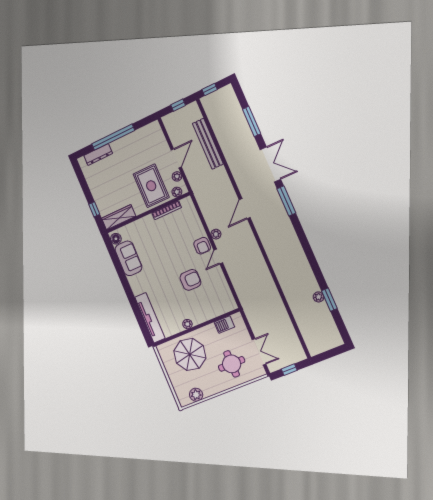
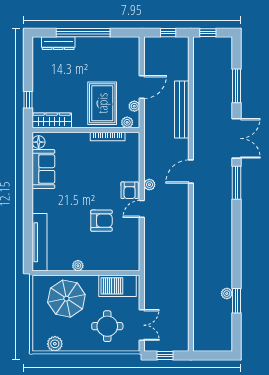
bench: (208, 144) -> (182, 109), moved
barbecue: (224, 325) -> (117, 286), width x1.88, depth x1.53

